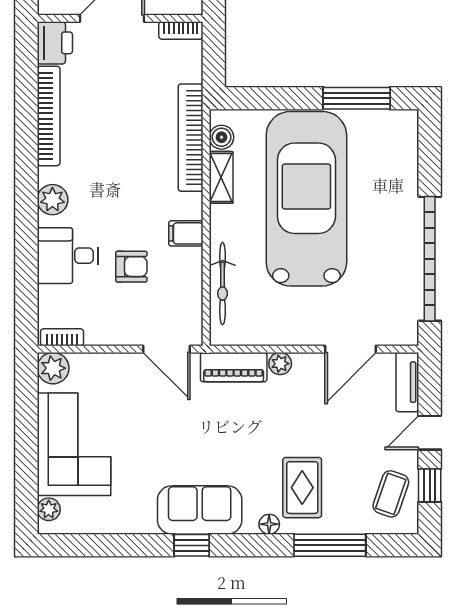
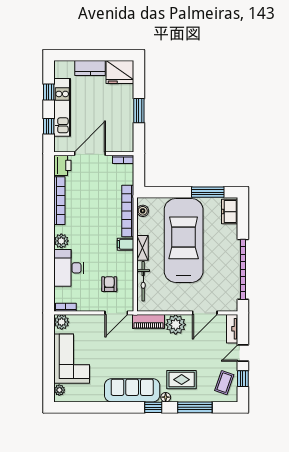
freezer: (402, 139) -> (230, 212), added
shelving: (221, 177) -> (143, 248), moved
filing cabinet: (186, 233) -> (126, 244), moved
desk: (68, 256) -> (69, 268), width x1.37
armchair: (131, 267) -> (109, 284), moved, turned -90
door: (167, 349) -> (116, 313), hinge flipped
plant: (280, 364) -> (176, 325), width x1.88, depth x1.88
rug: (302, 488) -> (182, 380), turned 90
sofa: (200, 510) -> (132, 390), width x1.36
window: (192, 545) -> (153, 407), moved

